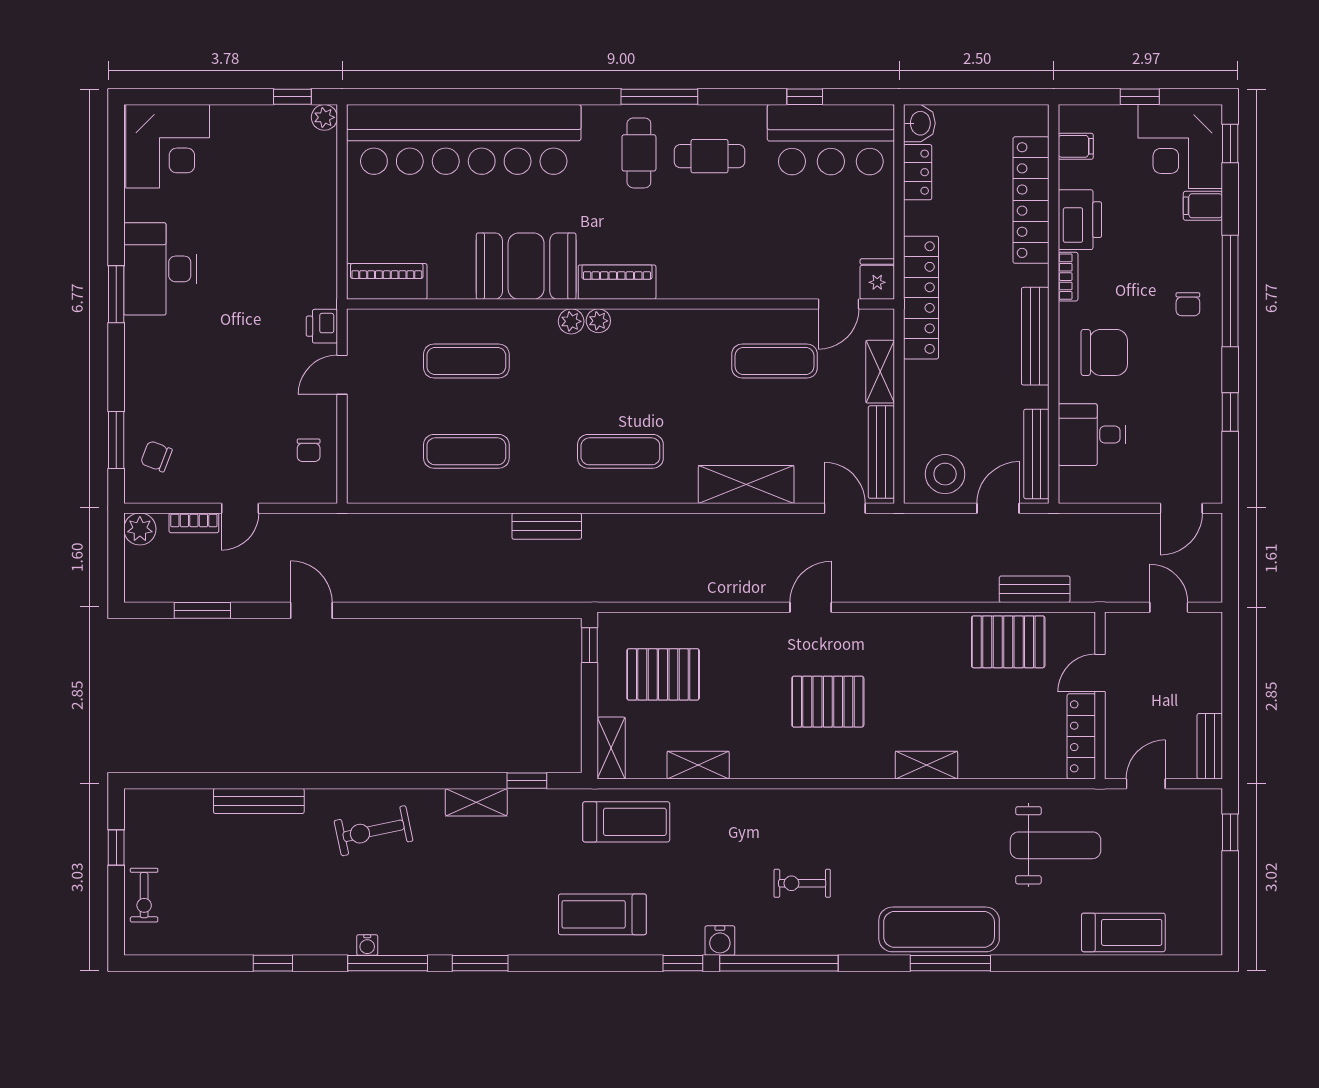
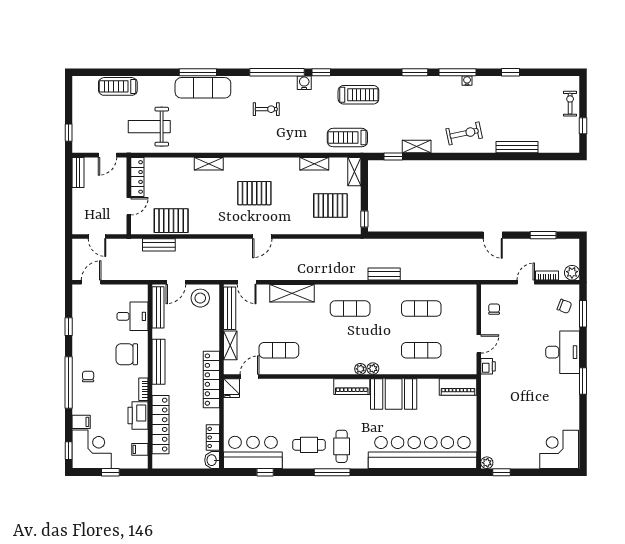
desk: (160, 269) -> (563, 352), moved

